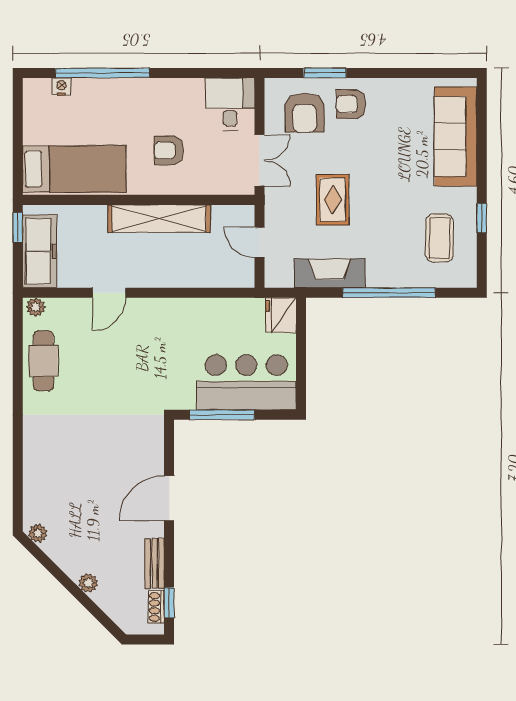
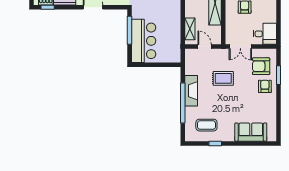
sofa: (456, 136) -> (251, 132), width x0.73
door: (259, 242) -> (205, 47), hinge flipped
fireplace: (330, 273) -> (191, 91), moved
shelving: (219, 276) -> (190, 29), added
fridge: (281, 315) -> (173, 56), removed

